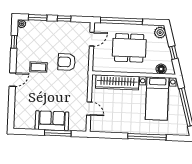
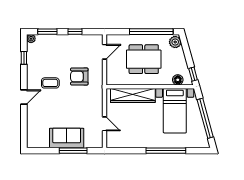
window: (121, 21) -> (151, 32), moved
window: (173, 53) -> (193, 74), moved

